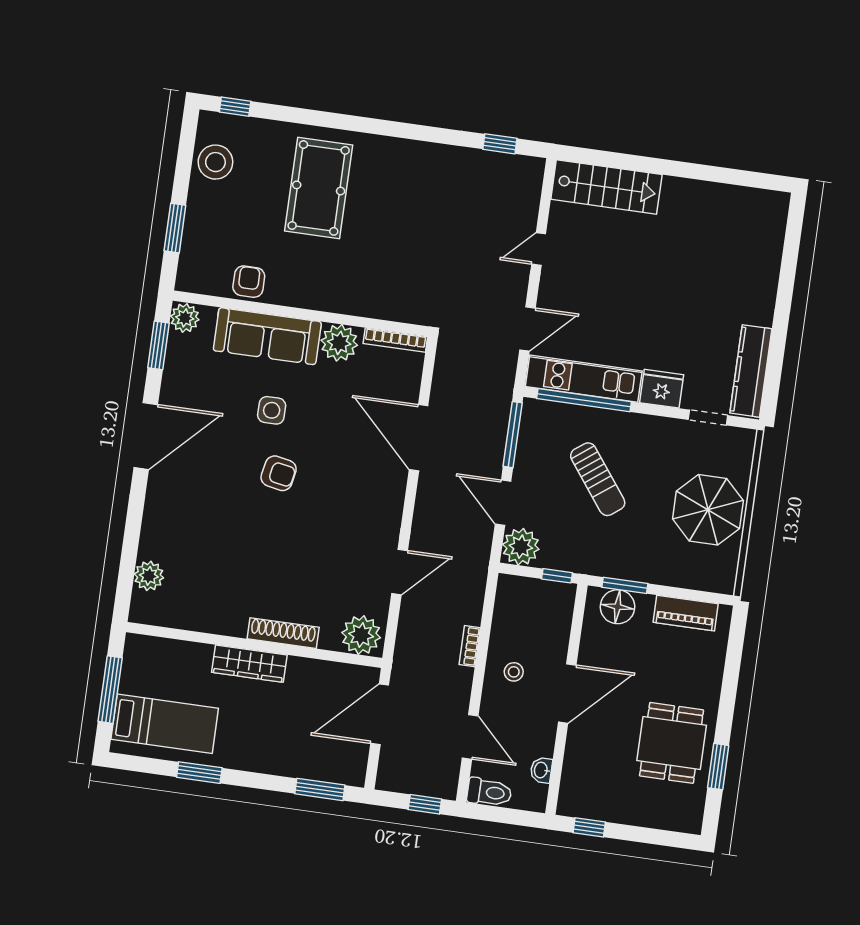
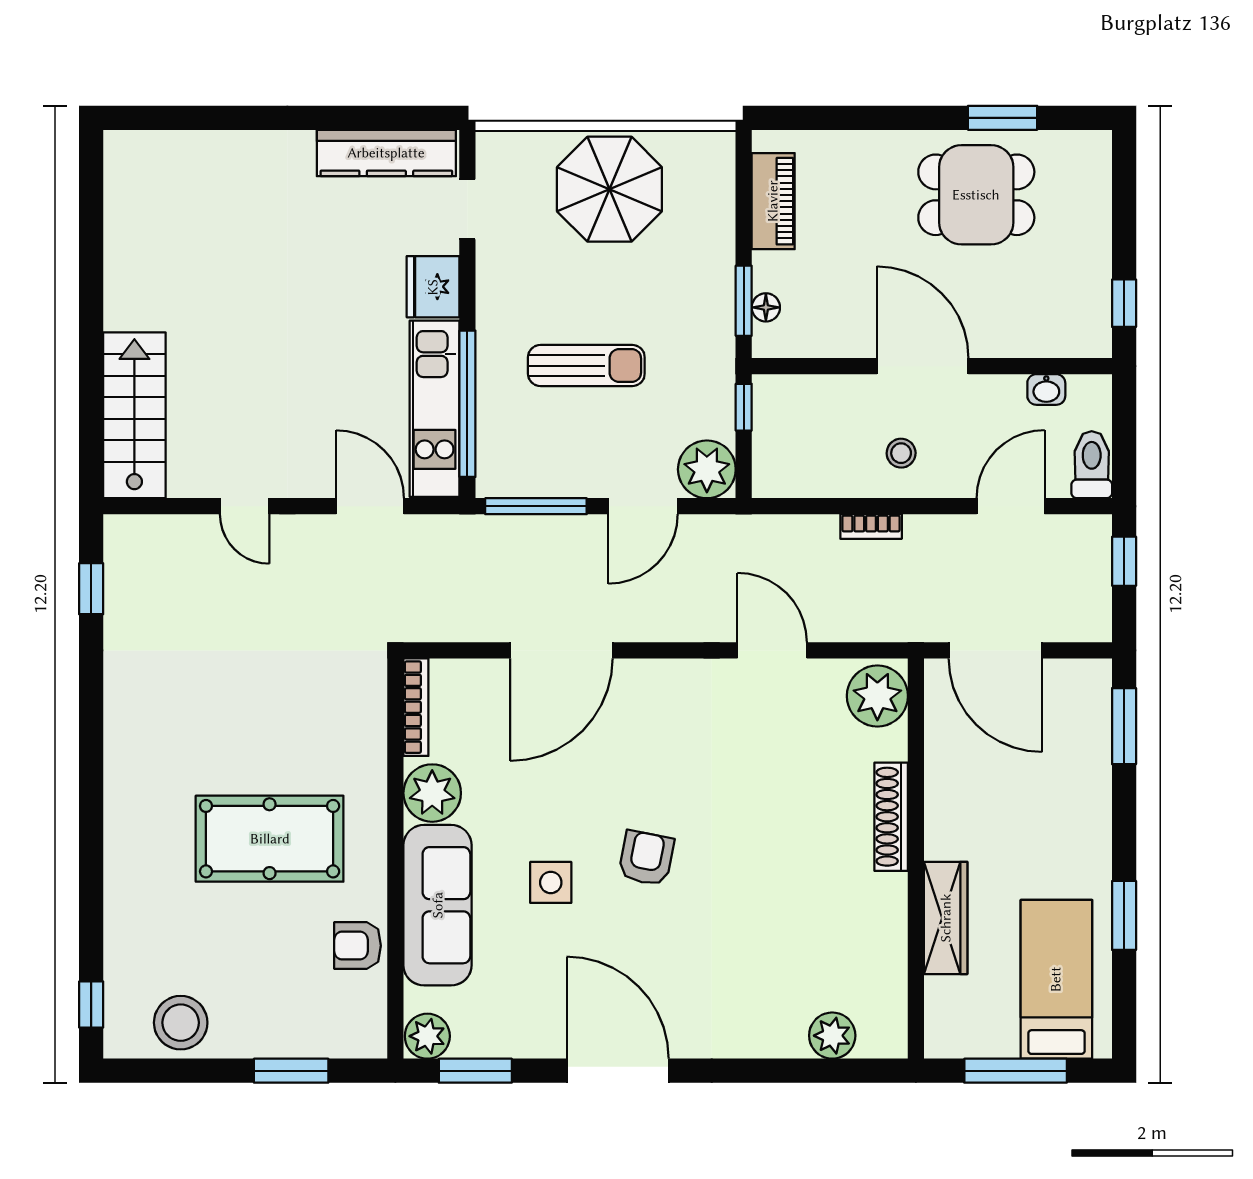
pool table: (319, 188) -> (270, 839), moved
sun lounger: (598, 479) -> (586, 366), turned 37
floor lamp: (618, 607) -> (766, 307), width x0.53, depth x0.53
wardrobe: (249, 664) -> (946, 918), moved

